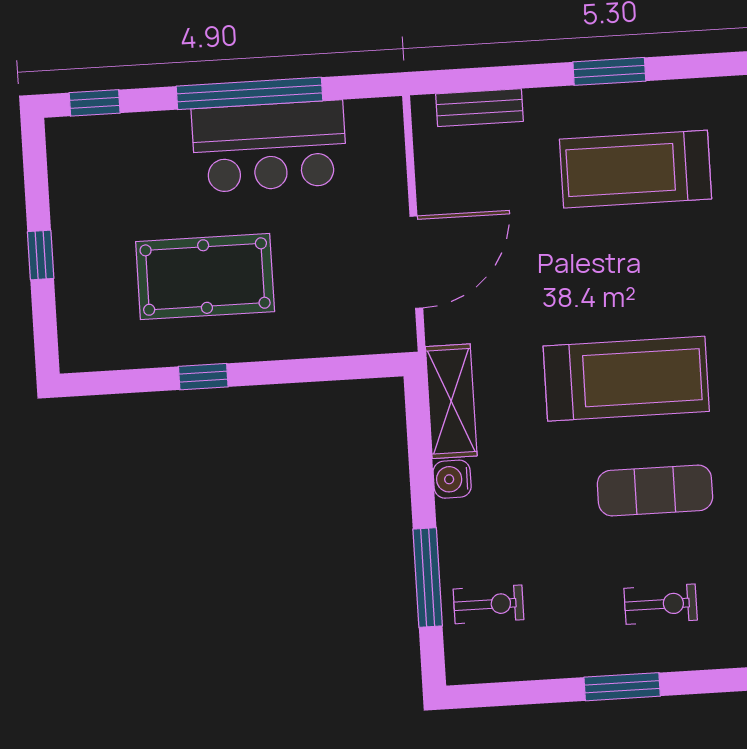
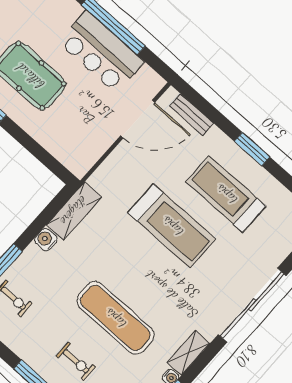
door: (416, 262) -> (138, 119), moved
treadmill: (626, 379) -> (172, 226), moved
exercise mat: (655, 490) -> (115, 318), width x1.36, depth x1.45

